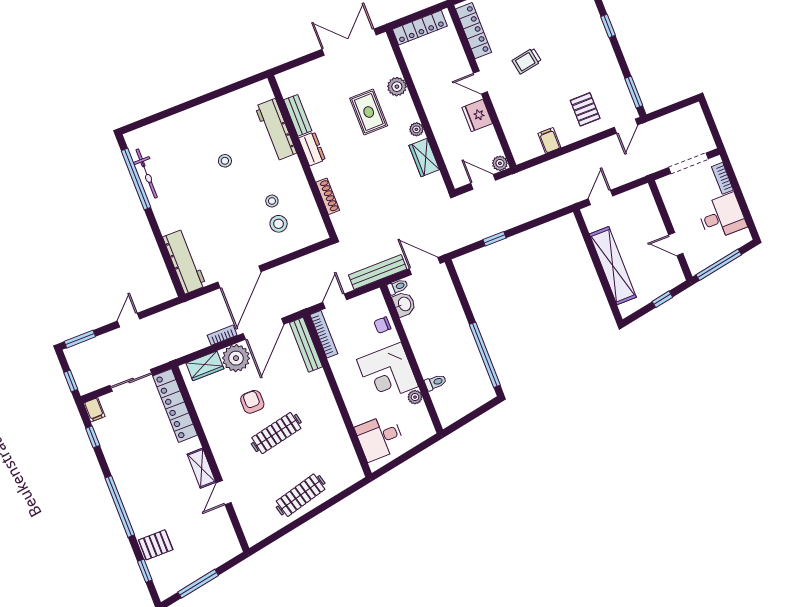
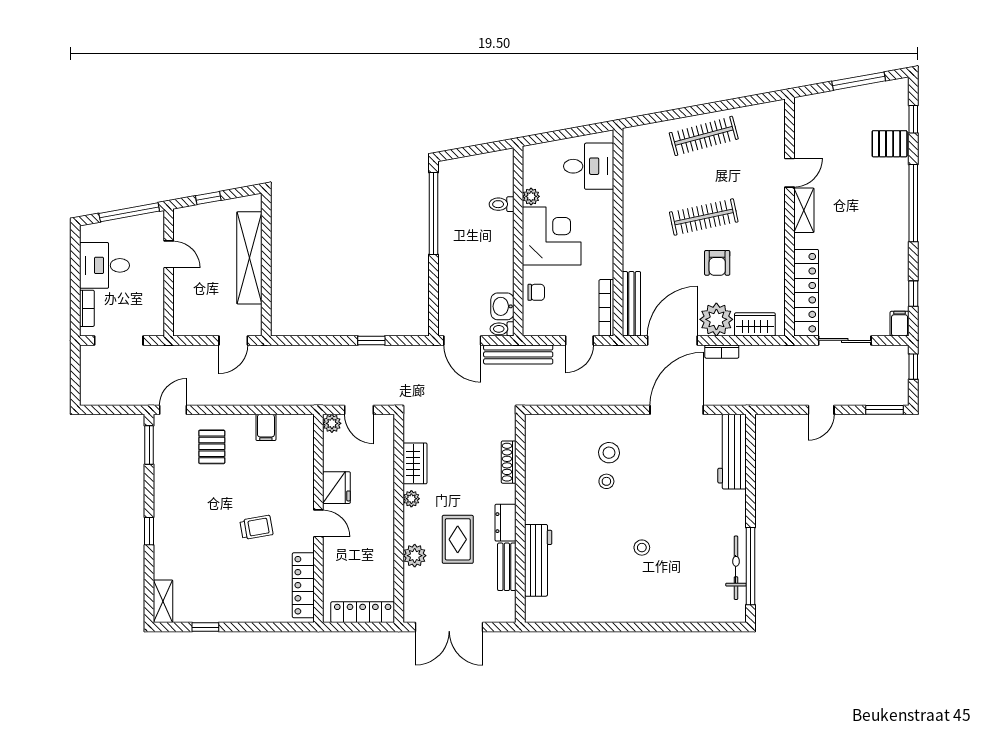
bench: (298, 115) -> (507, 567), moved
workbench: (276, 130) -> (538, 560), moved
dresser: (312, 149) -> (506, 523), moved
wall: (302, 156) -> (520, 518), moved
shoe rack: (328, 196) -> (509, 462), moved

